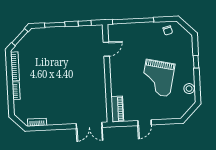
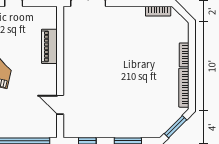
door: (106, 49) -> (60, 105), hinge flipped
piano: (117, 109) -> (49, 46), moved

